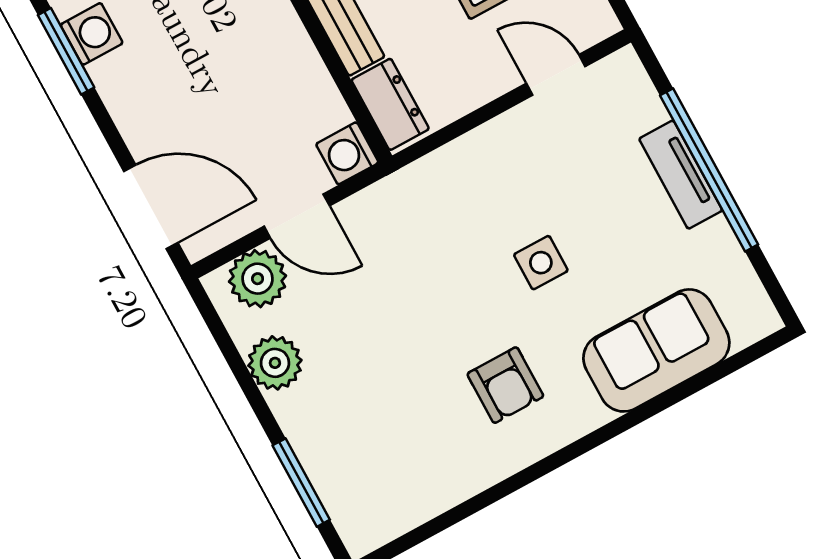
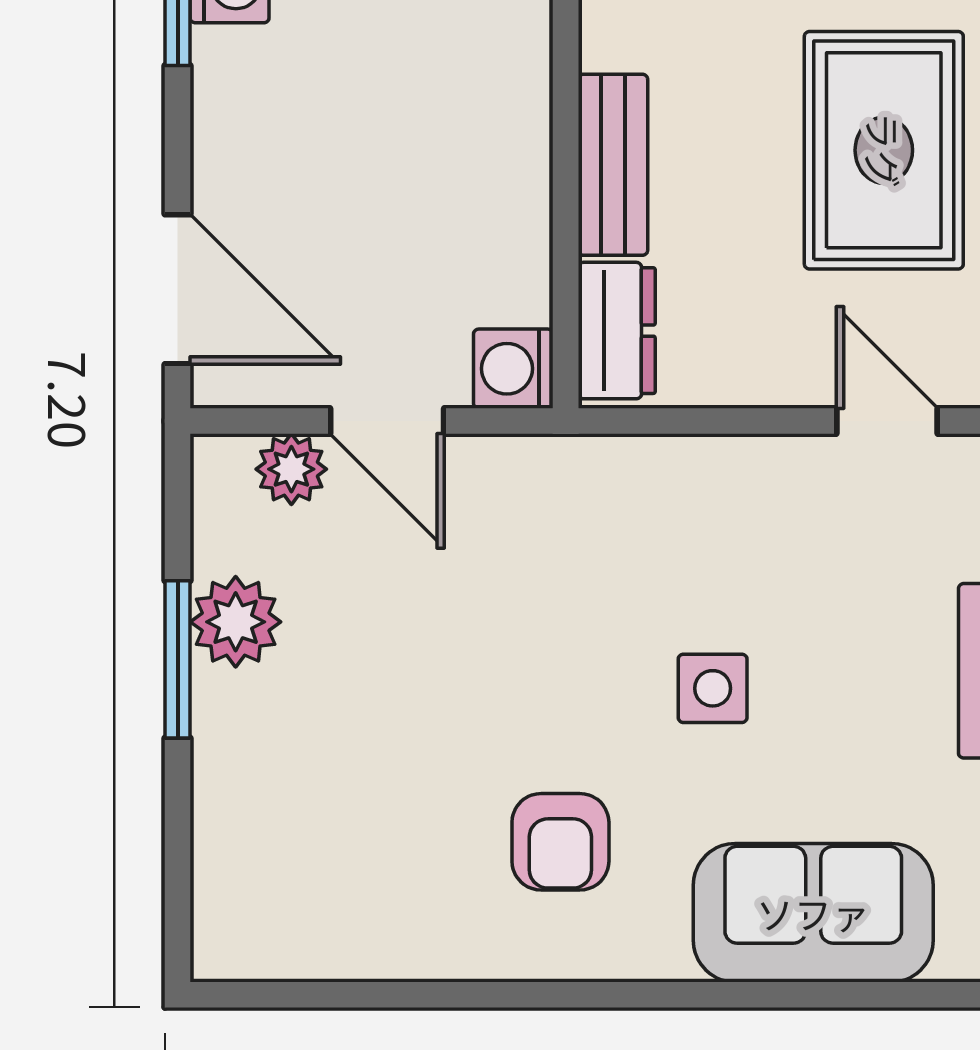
plant: (258, 279) -> (291, 469), width x0.73, depth x0.73
window: (301, 483) -> (178, 659), moved

